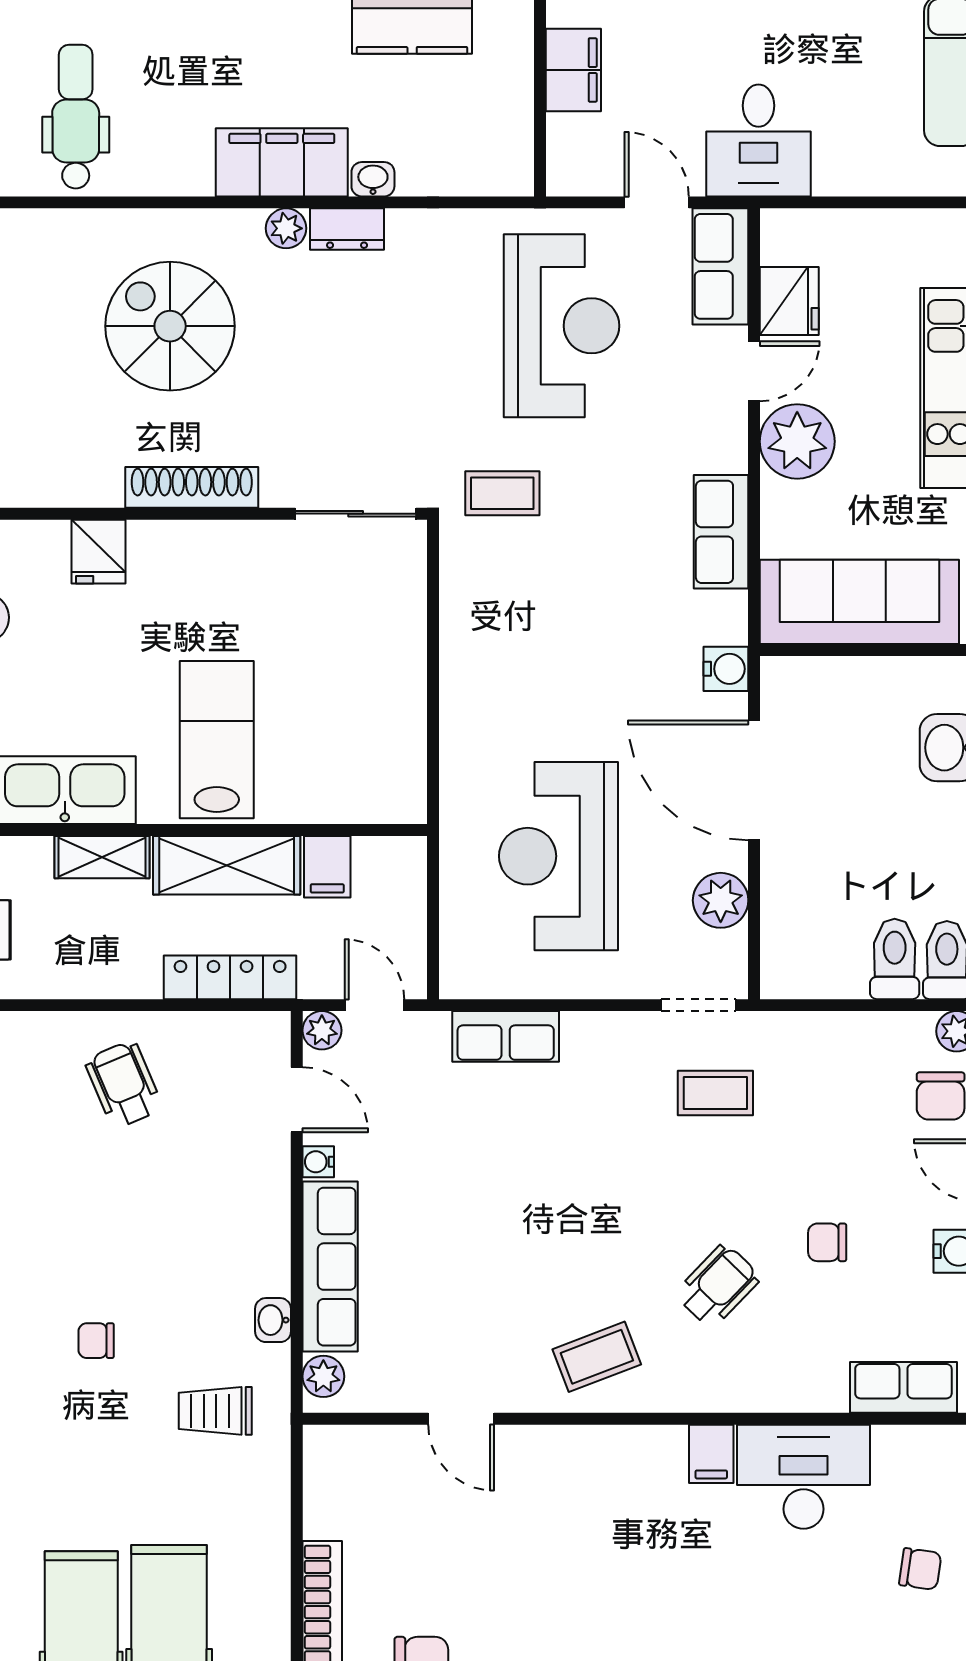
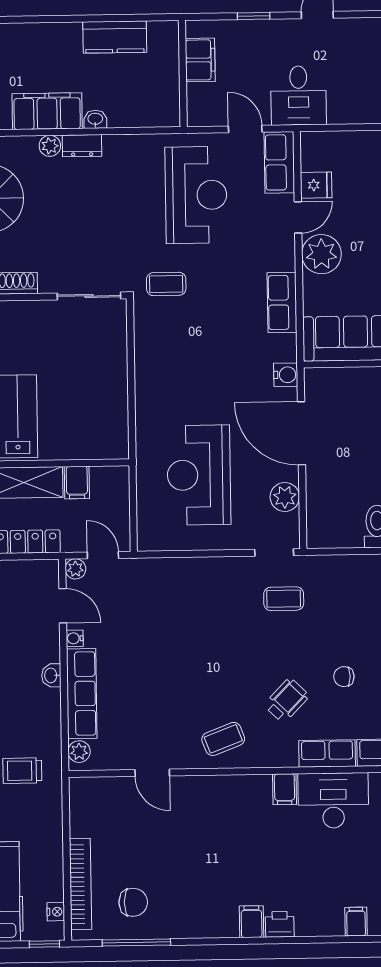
fridge: (789, 301) -> (316, 185), width x0.72
row of seats: (506, 1036) -> (327, 753), moved, turned 180
washbasin: (273, 1320) -> (51, 675), moved

